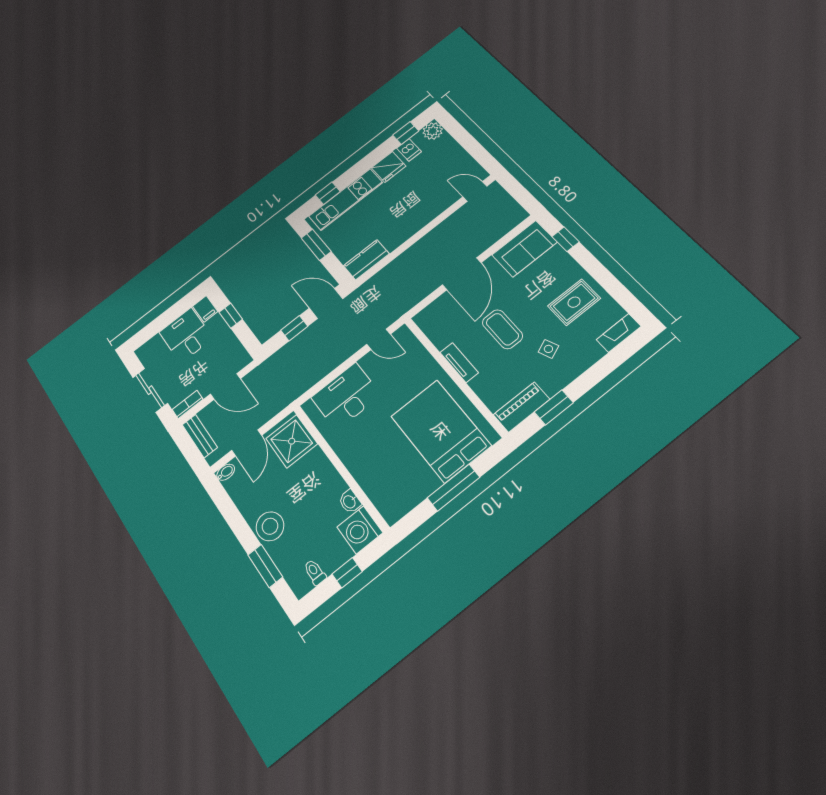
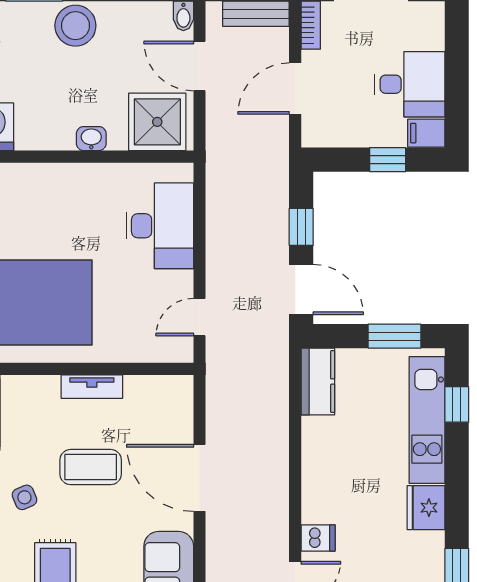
dishwasher: (409, 150) -> (318, 538), moved, turned 180
door: (326, 303) -> (301, 290), hinge flipped
washbasin: (350, 501) -> (91, 139), moved

